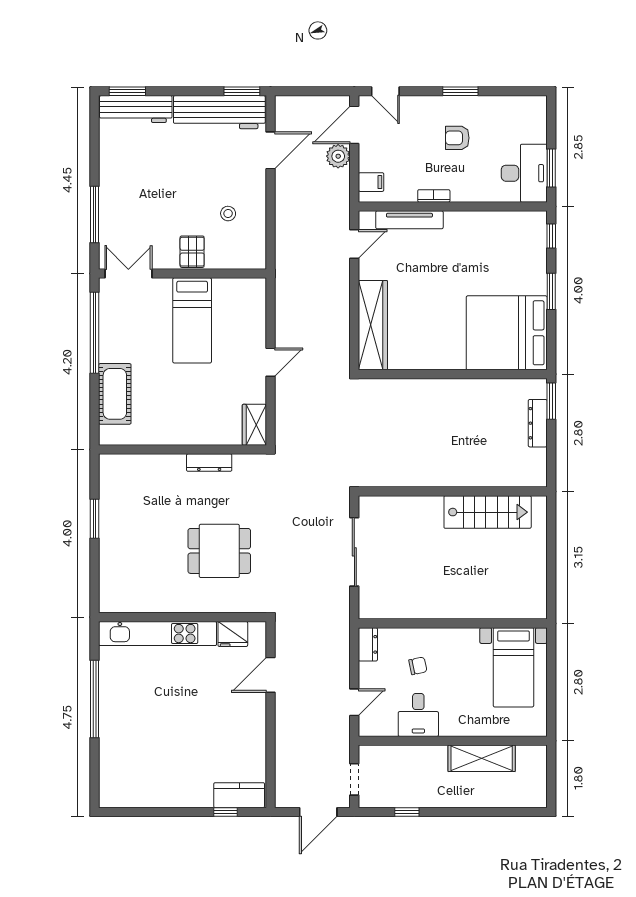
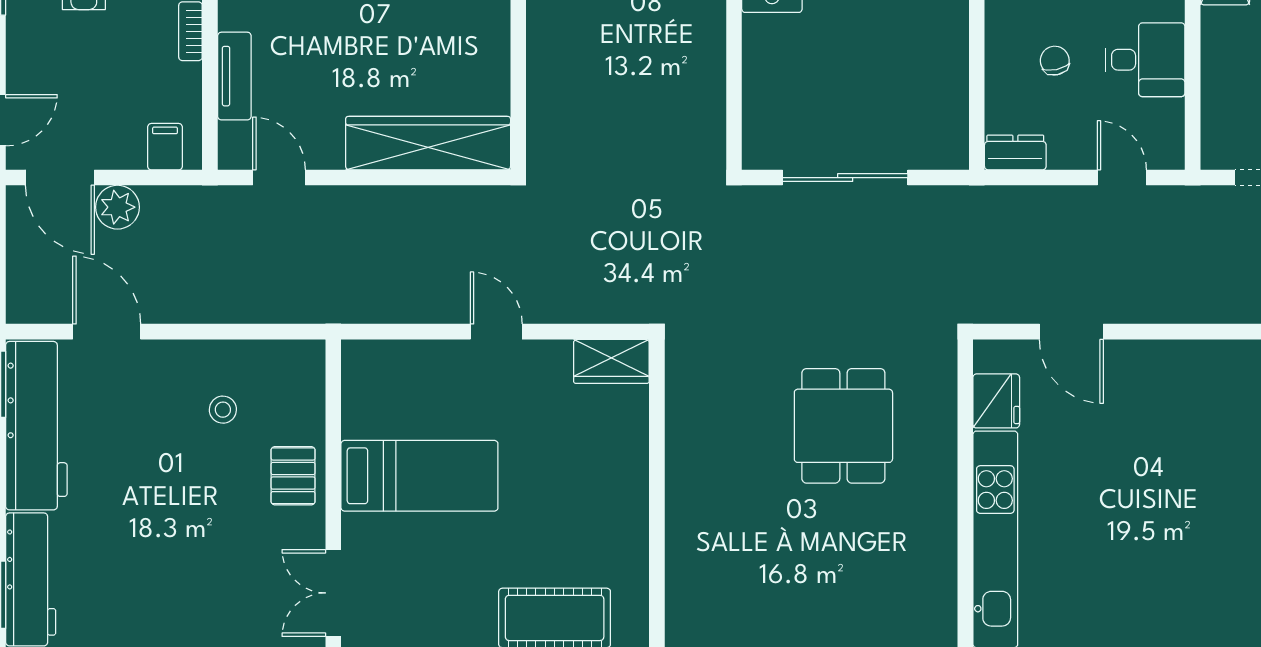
tv unit: (409, 220) -> (234, 76), width x0.71
pallet: (192, 252) -> (293, 476), turned 90
dresser: (209, 463) -> (681, 444), removed

